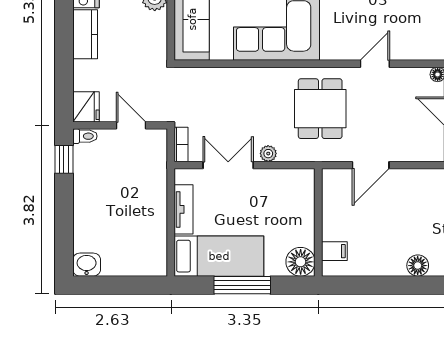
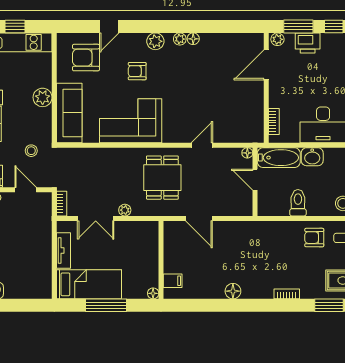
stool: (139, 71) -> (31, 151), added
double door: (228, 165) -> (96, 218), swing flipped
door: (371, 165) -> (199, 218), hinge flipped
floor lamp: (301, 262) -> (153, 293), width x0.53, depth x0.53

